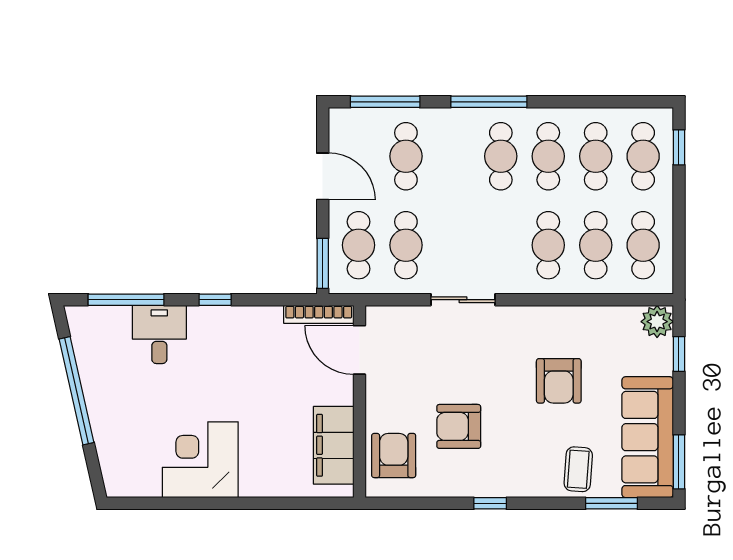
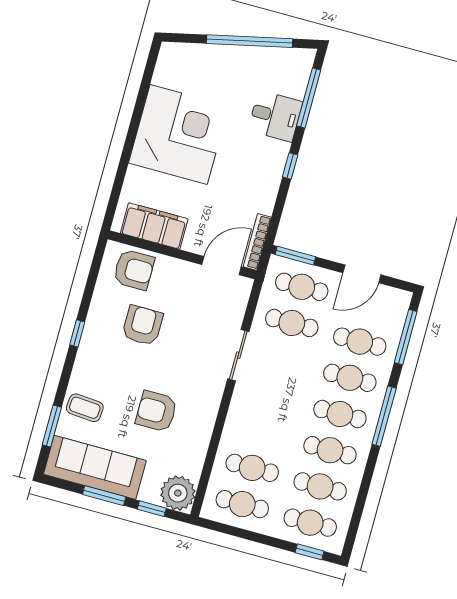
cafe table: (548, 245) -> (350, 378), moved
plant: (657, 322) -> (178, 493), width x1.36, depth x1.36
corner desk: (200, 460) -> (179, 134), width x1.36, depth x1.36
window: (679, 462) -> (104, 496), moved

